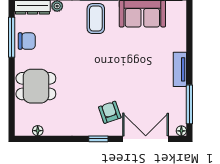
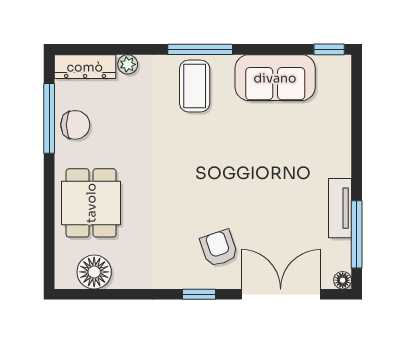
tv unit: (180, 69) -> (340, 208), moved
dining table: (36, 86) -> (91, 203), turned 90
floor lamp: (38, 131) -> (94, 272), width x1.89, depth x1.89

